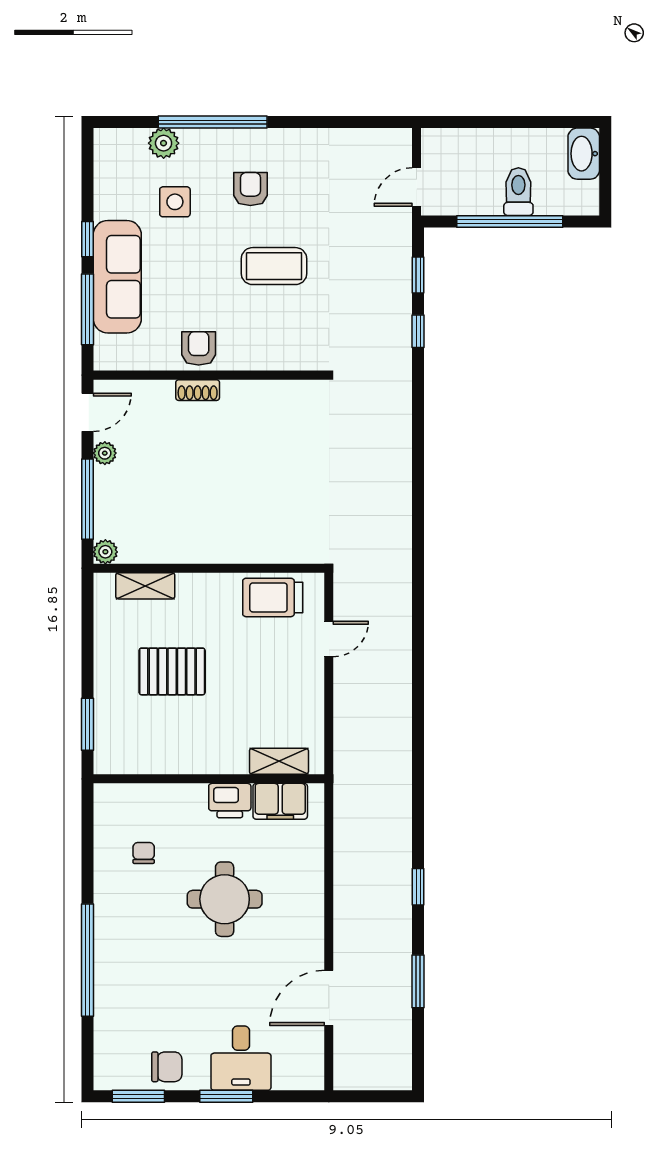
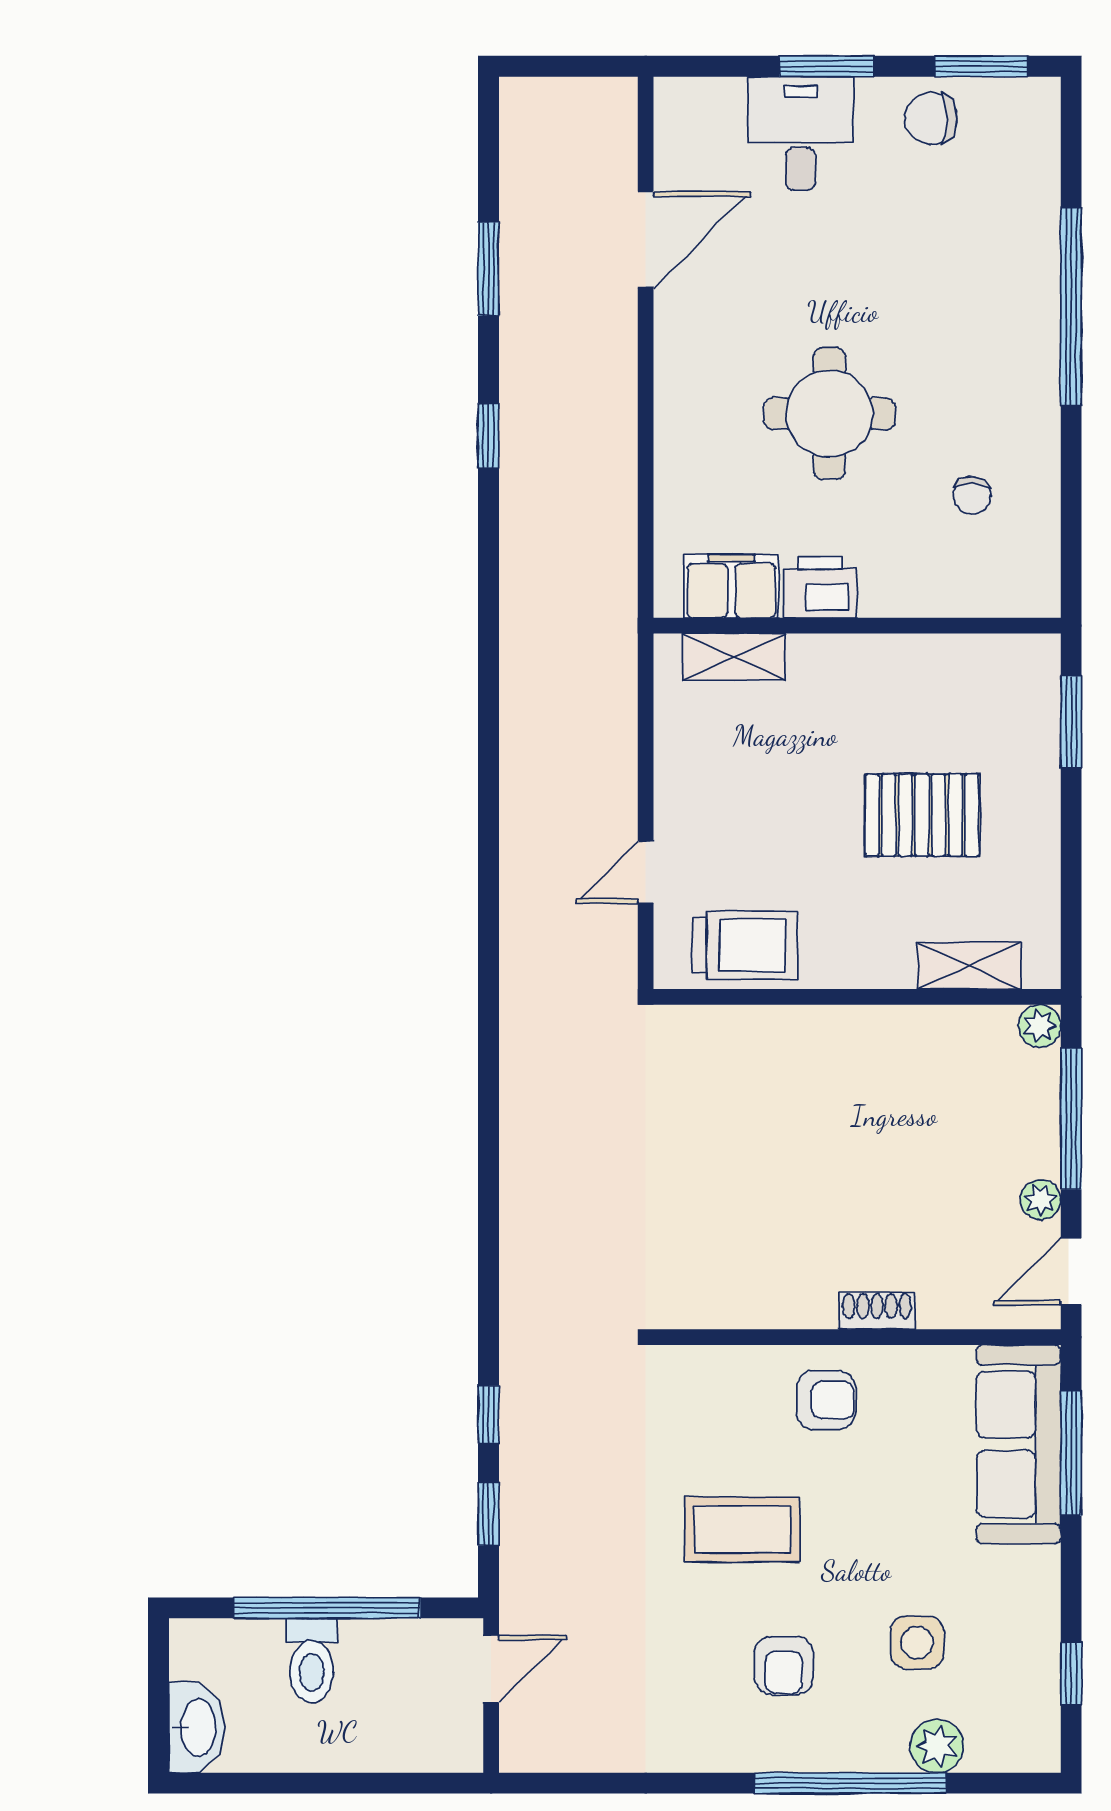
window: (87, 239) -> (1071, 1674), moved
sofa: (117, 277) -> (1019, 1444), moved
armchair: (199, 348) -> (826, 1400), moved, turned -90

